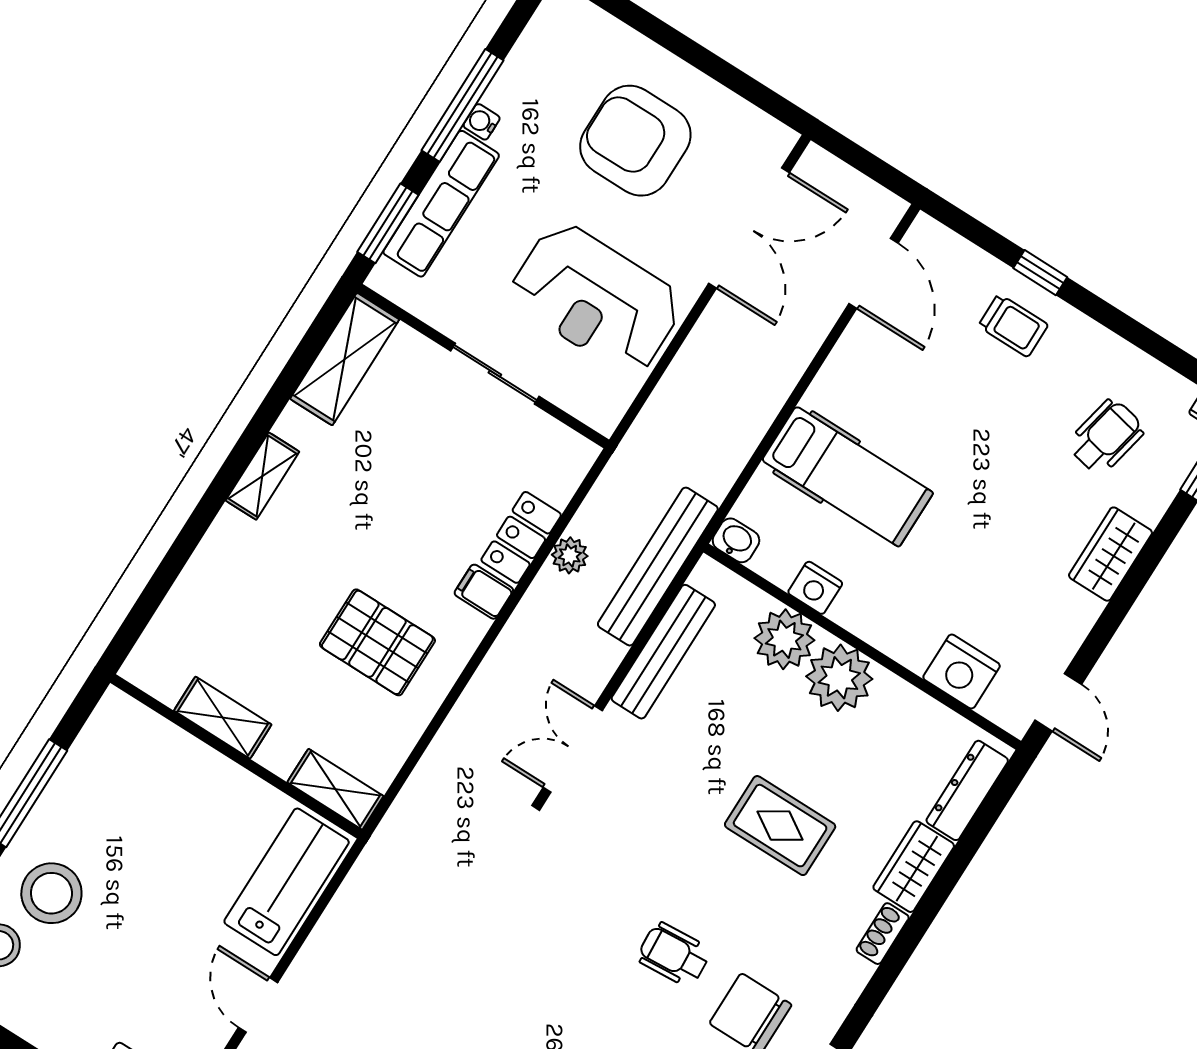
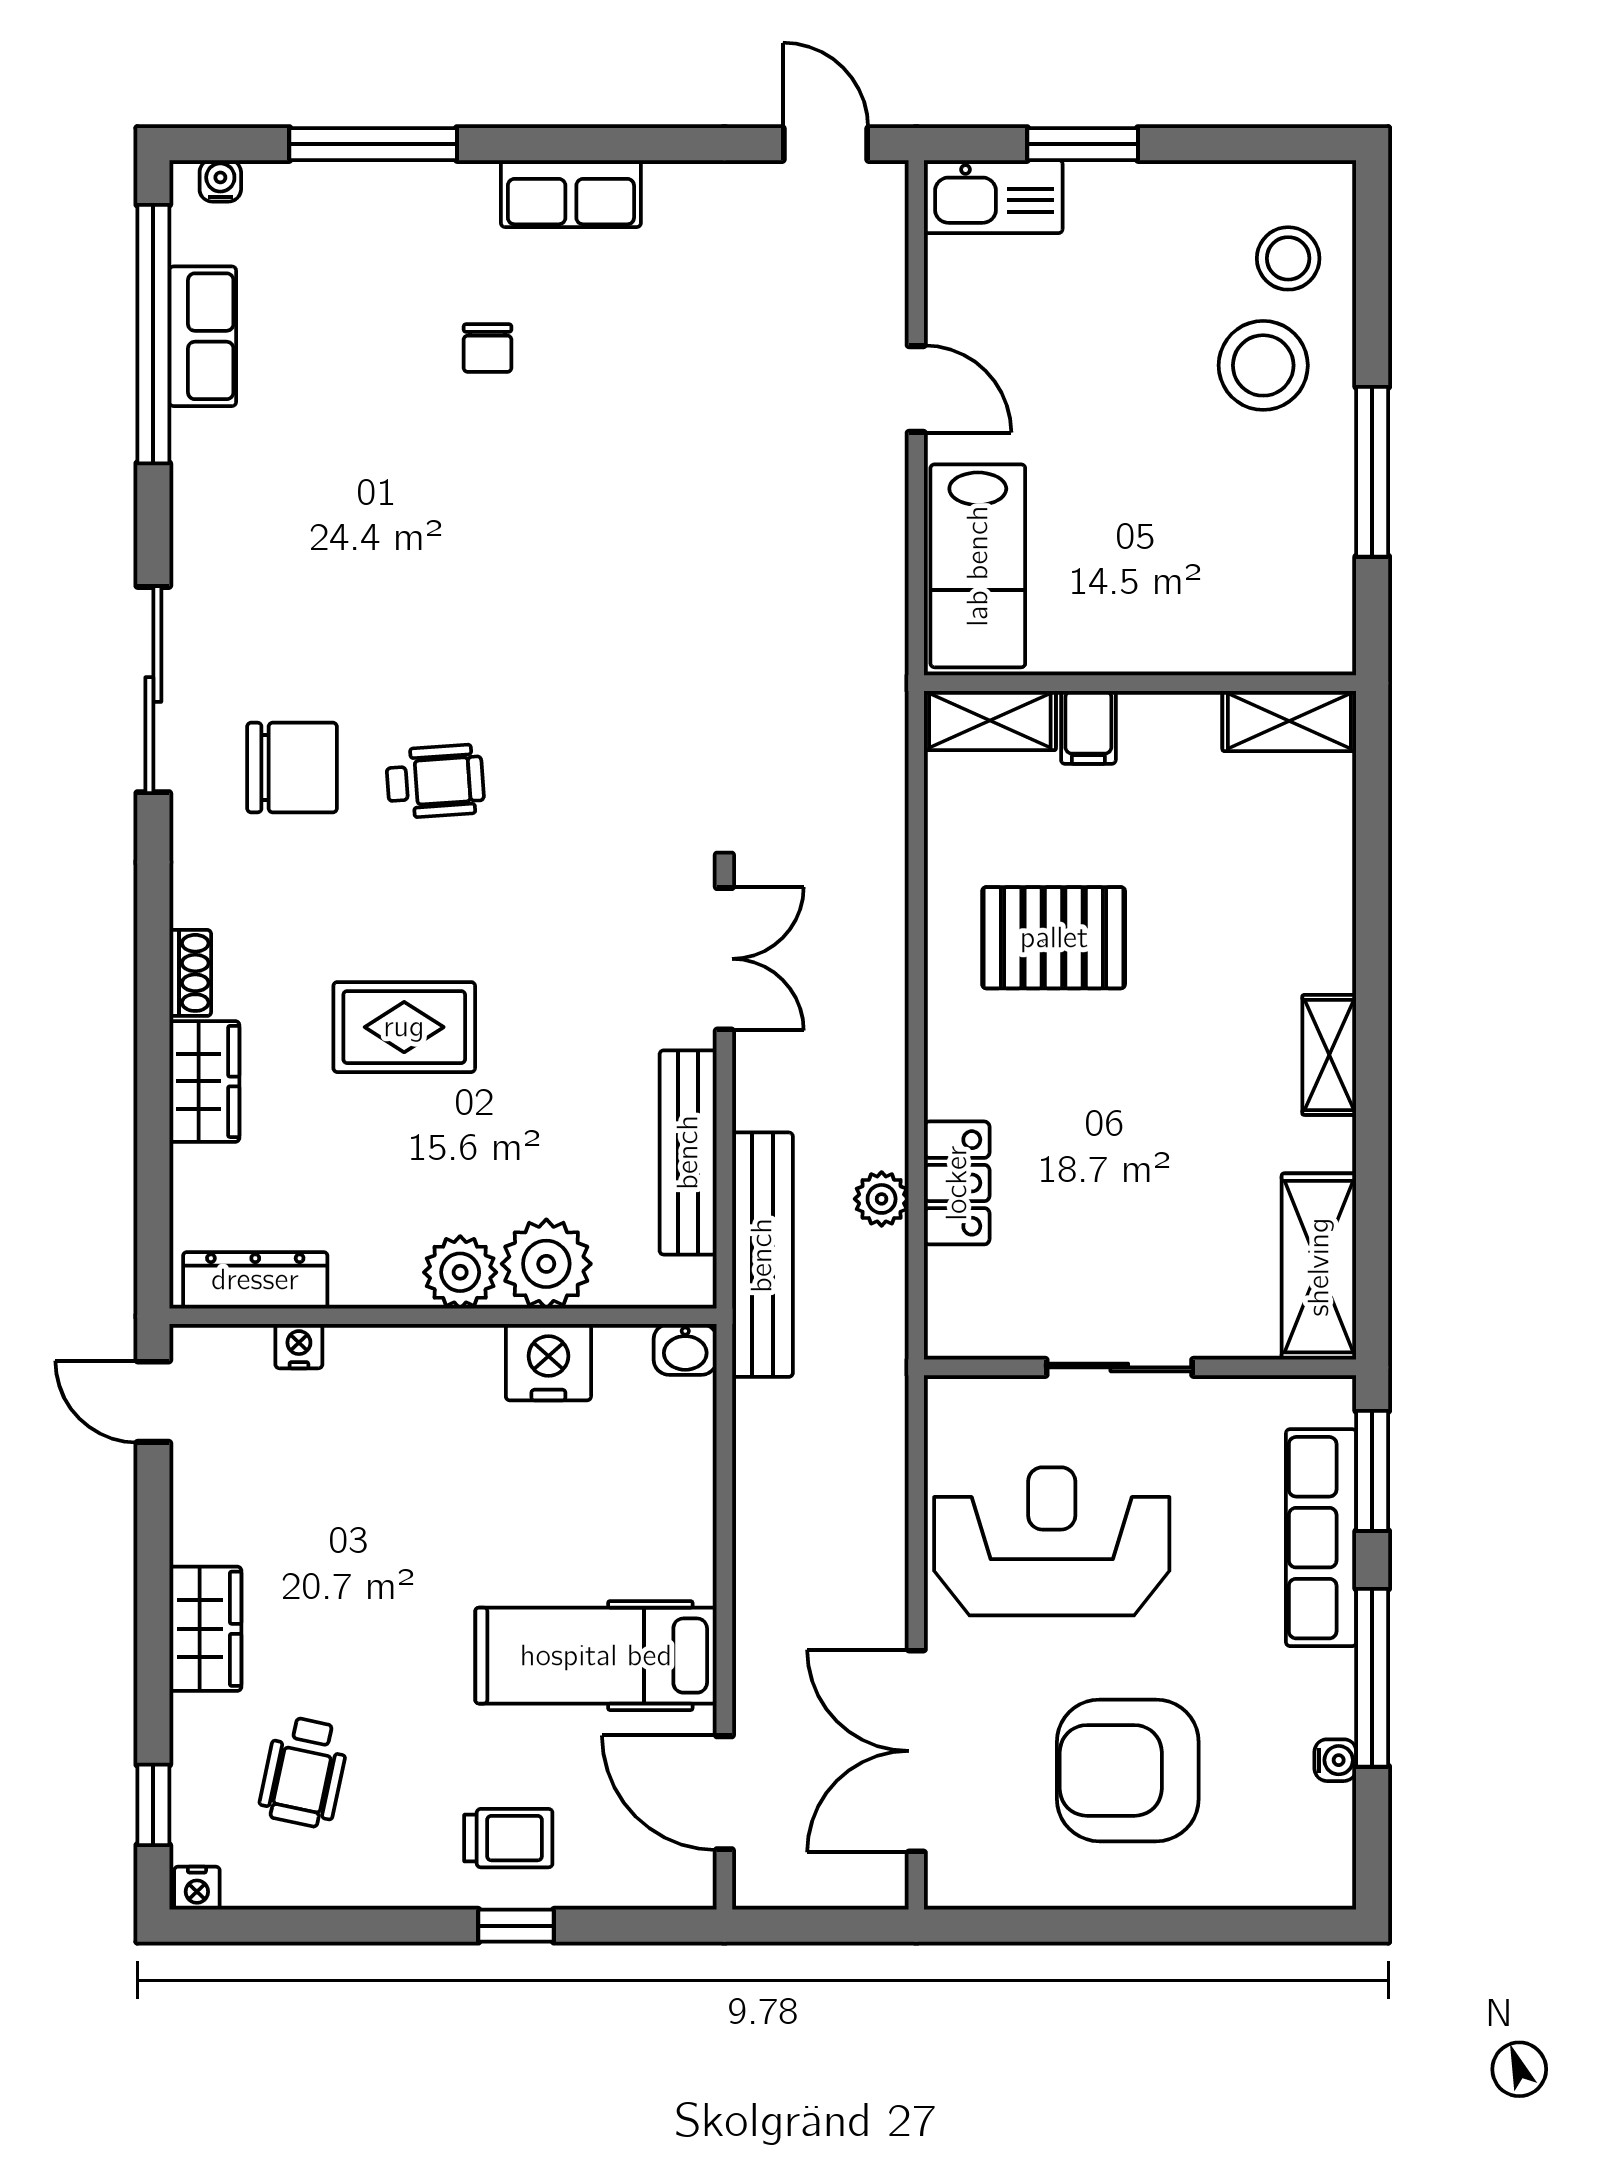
water cooler: (482, 122) -> (1335, 1760), moved
armchair: (635, 141) -> (1128, 1770), turned 180
trolley: (1013, 325) -> (508, 1838), turned 180
hospital bed: (848, 477) -> (596, 1656), moved
nightstand: (815, 588) -> (548, 1362), width x1.36, depth x1.33
filing cabinet: (484, 592) -> (1088, 727), moved, turned 90
nightstand: (962, 671) -> (299, 1346), width x0.53, depth x0.56
plant: (839, 678) -> (460, 1272), width x0.73, depth x0.73
shelving: (223, 718) -> (1289, 721), moved
dresser: (967, 790) -> (255, 1280), moved, turned -90

